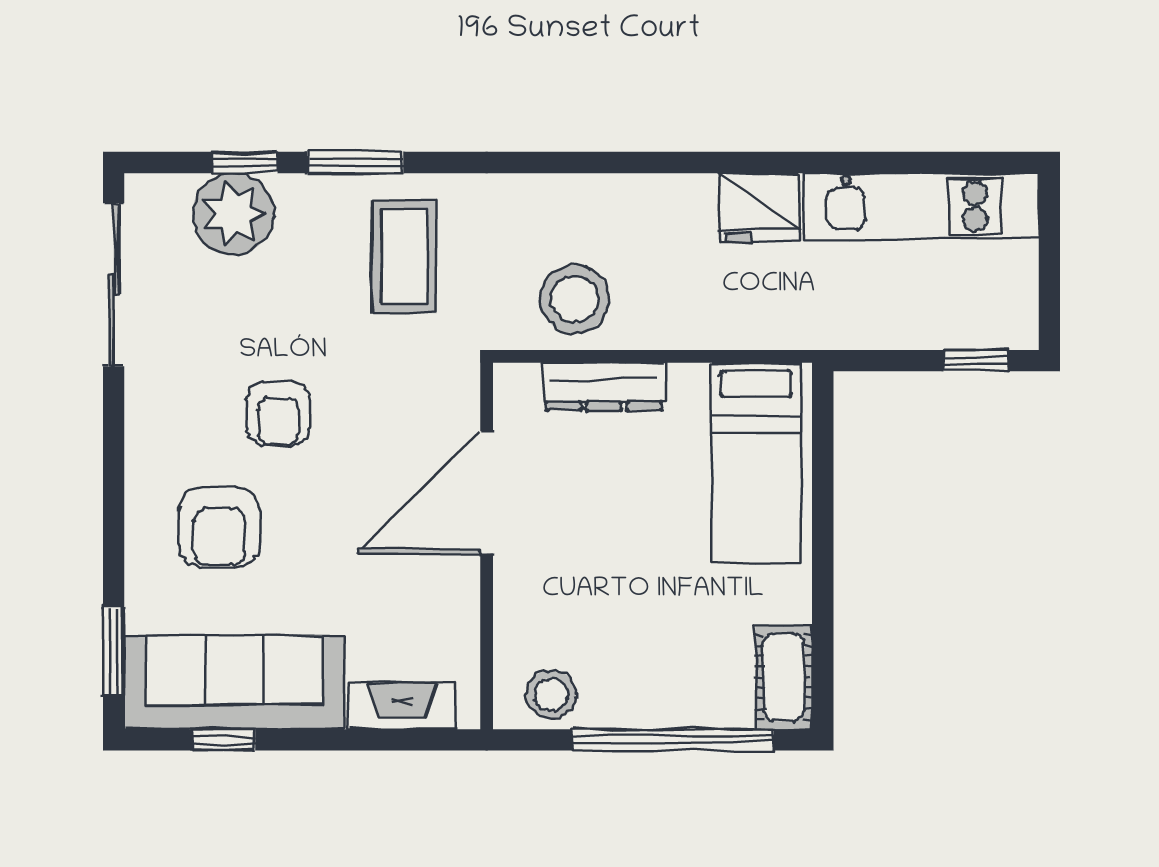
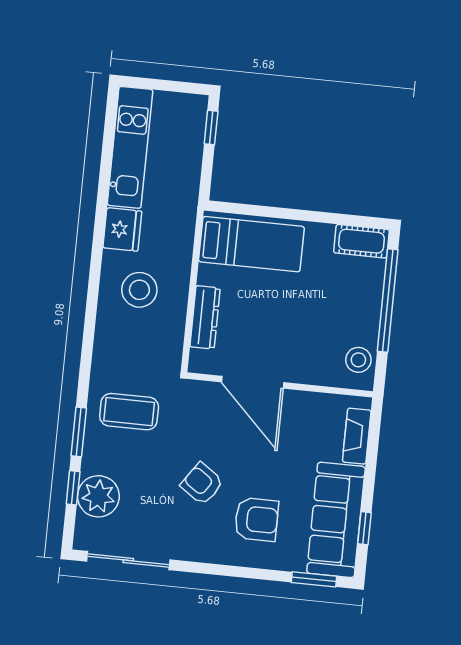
stool: (575, 299) -> (139, 290), moved
armchair: (278, 413) -> (202, 484), turned -145

